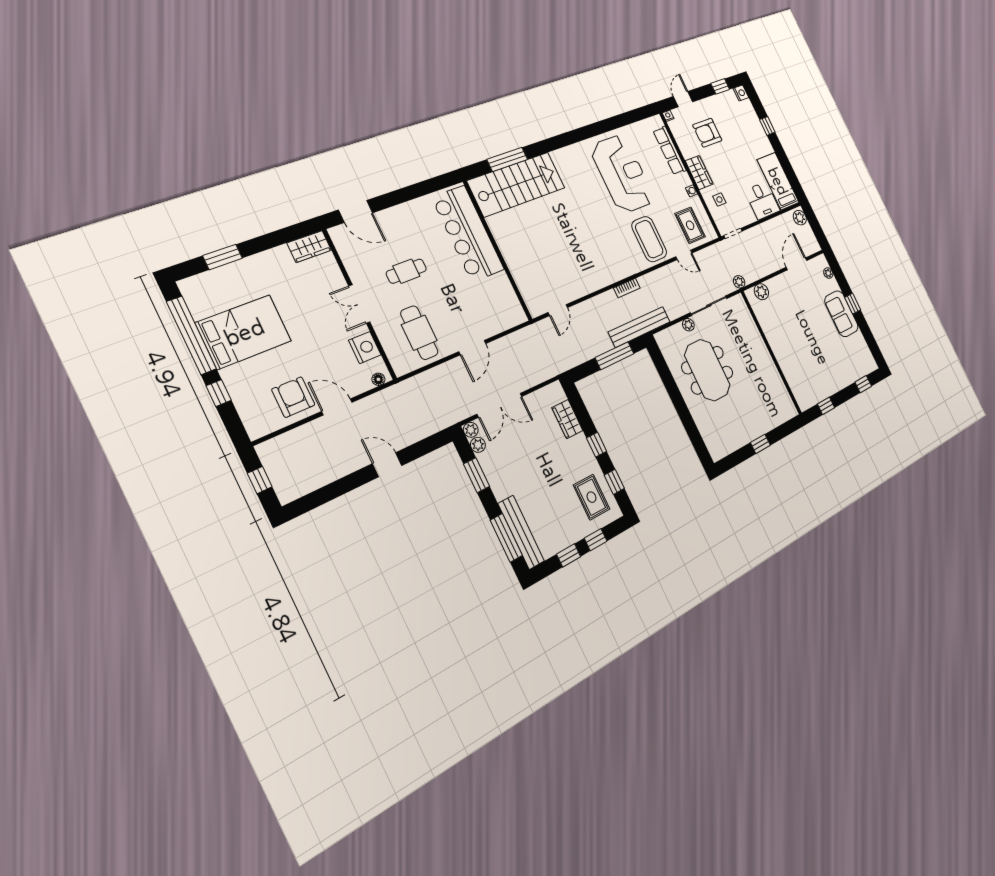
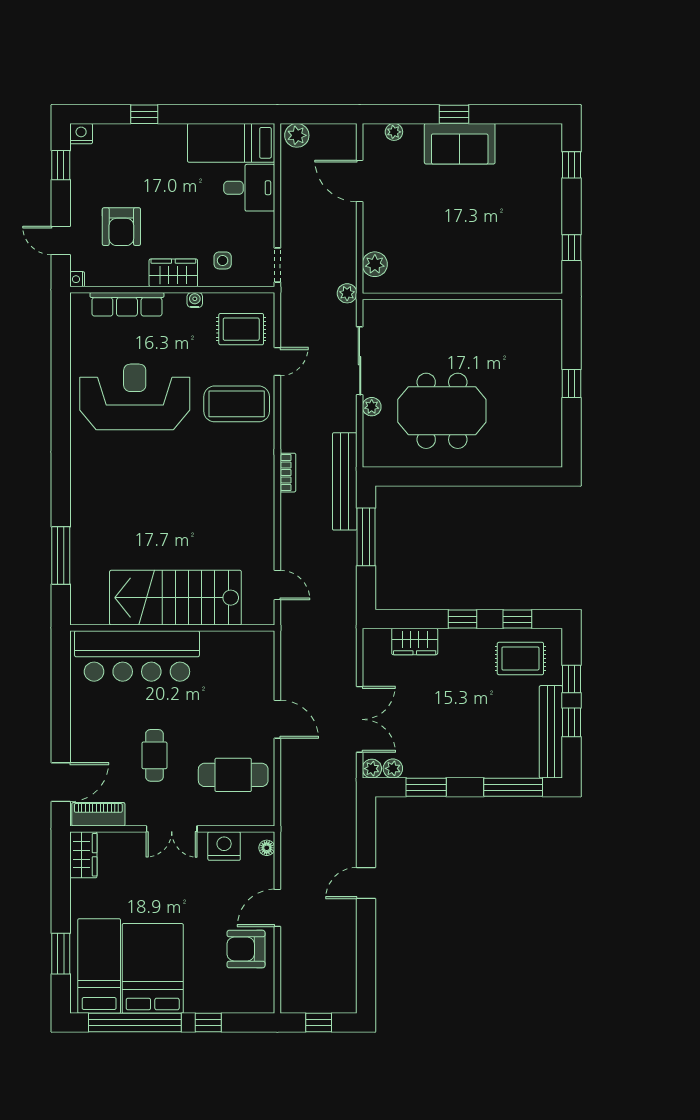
stairs: (517, 184) -> (175, 598), moved, turned -90
piano: (345, 247) -> (98, 814), added
bed: (226, 290) -> (99, 966), added
bench: (521, 532) -> (551, 732), moved, turned 90

